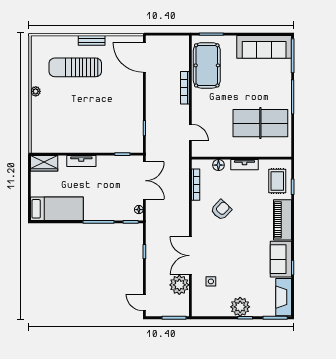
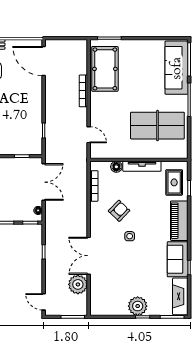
sofa: (264, 47) -> (177, 68), moved, turned 90
tv unit: (245, 165) -> (142, 166), width x1.41
side table: (211, 281) -> (130, 236), moved

